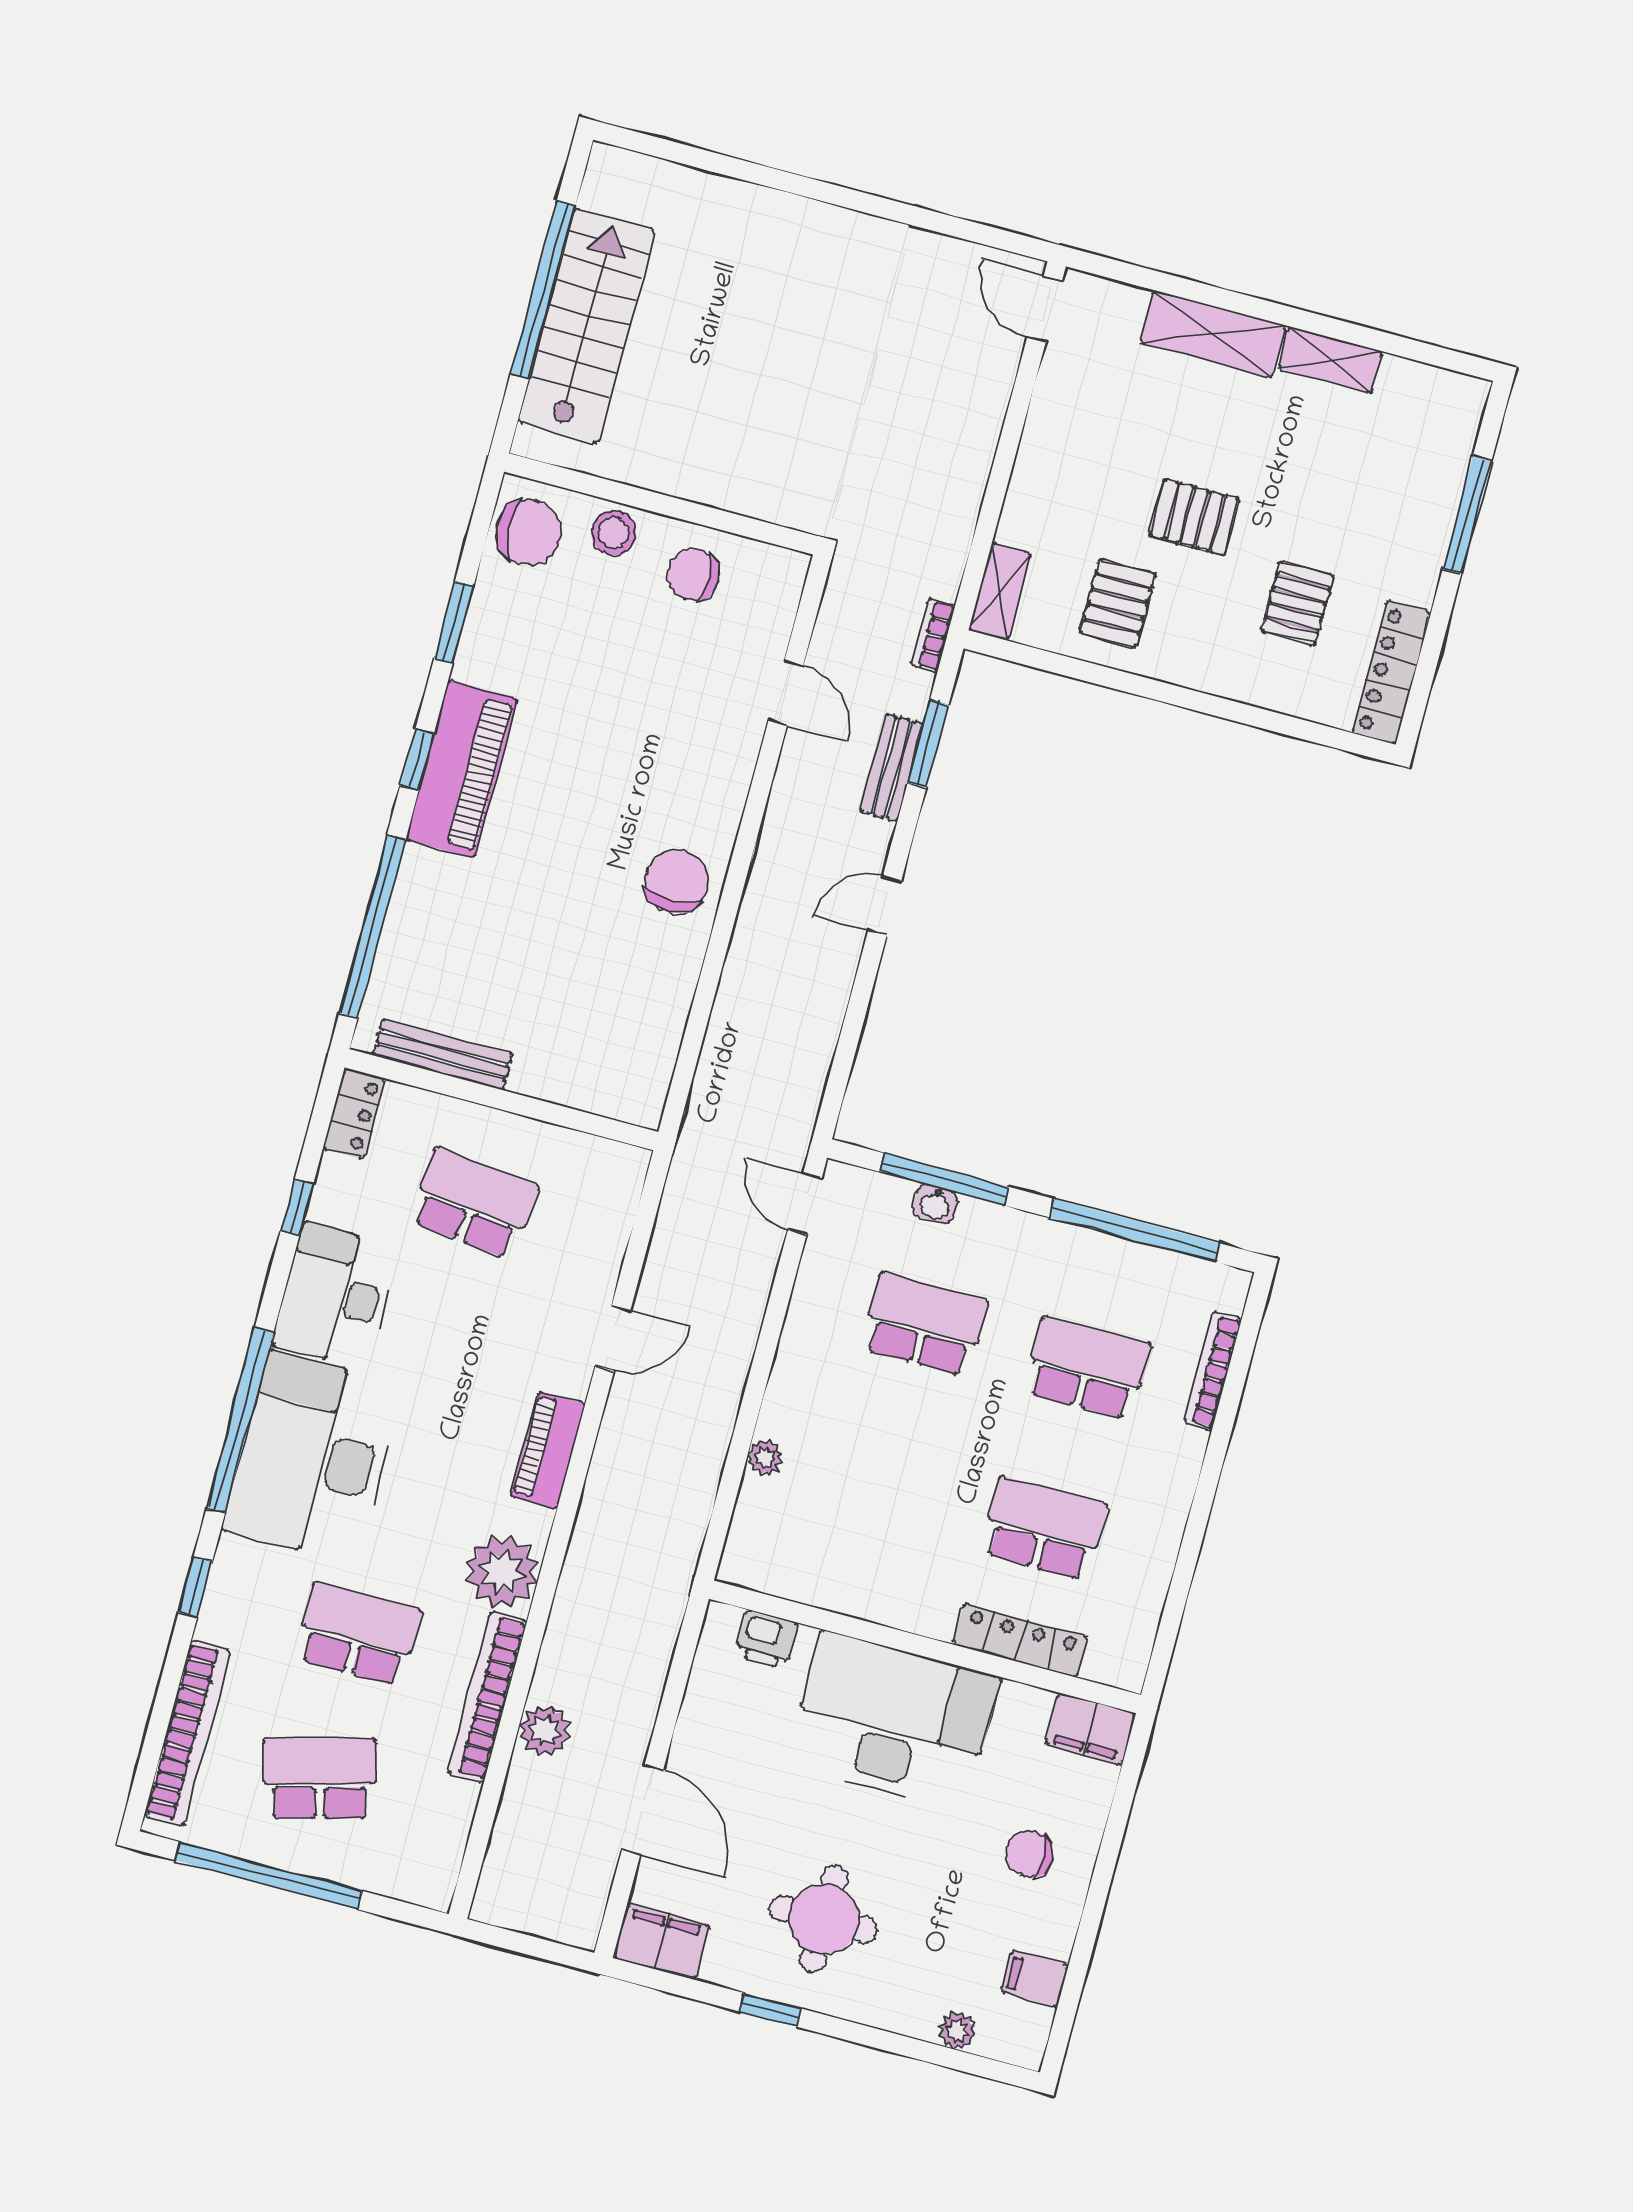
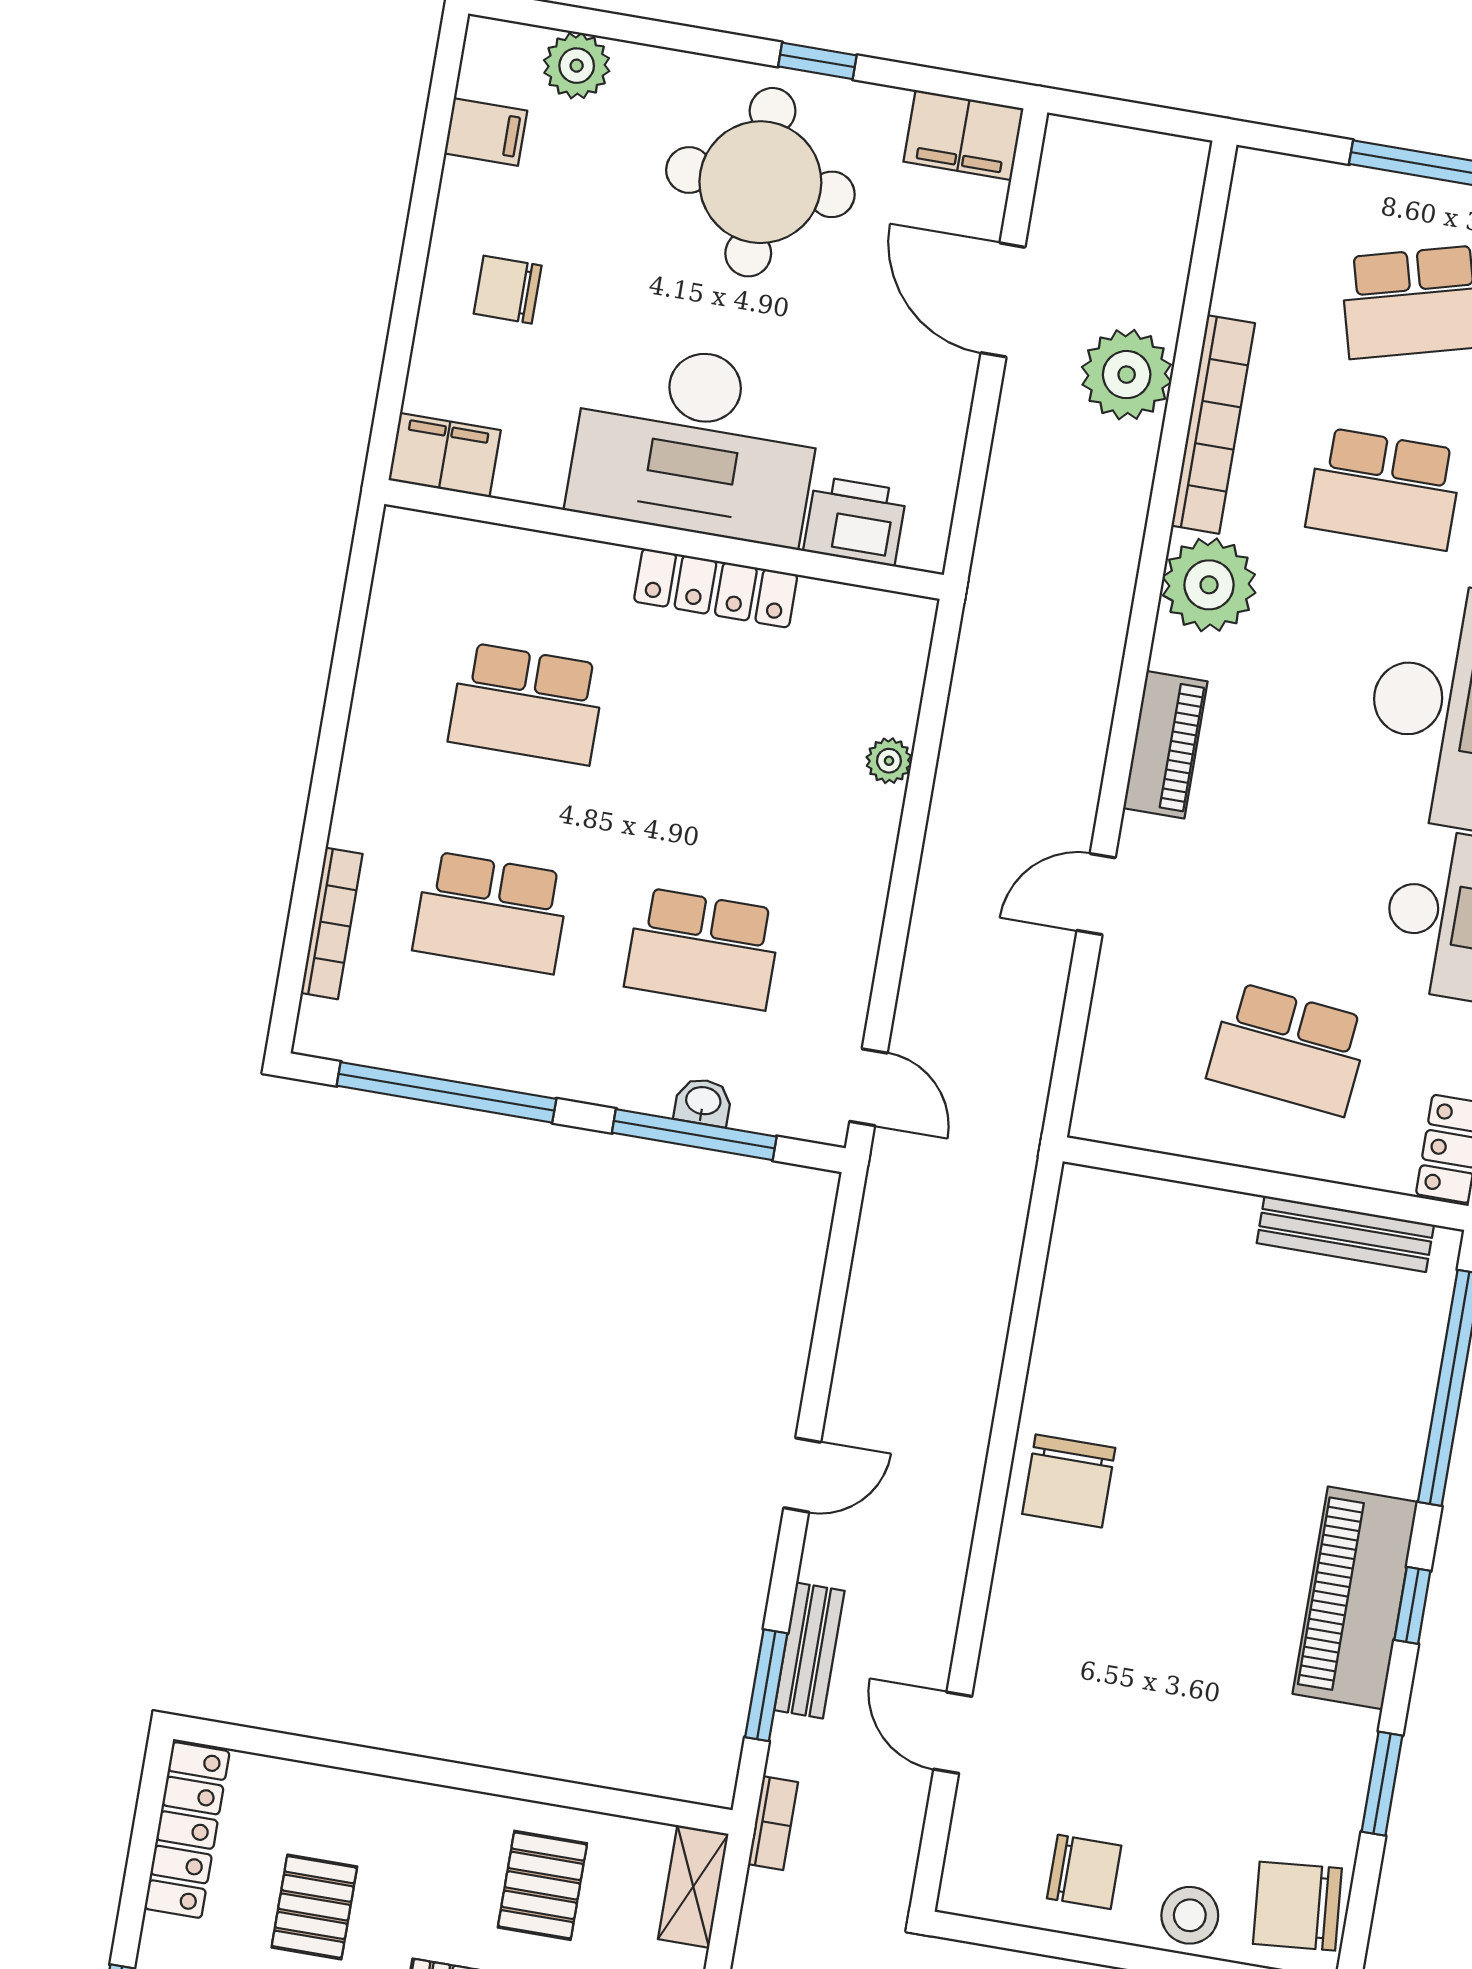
printer: (766, 1639) -> (855, 521), width x1.36, depth x1.24
locker: (1020, 1641) -> (716, 588), moved
plant: (545, 1731) -> (1127, 375), width x1.36, depth x1.36
chair: (1029, 1854) -> (508, 290), turned 180
round table: (824, 1919) -> (760, 182), width x1.36, depth x1.36
plant: (957, 2031) -> (577, 66), width x1.38, depth x1.38

